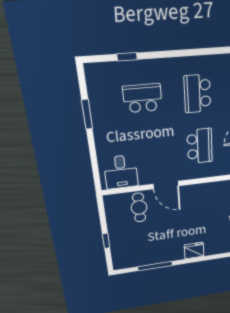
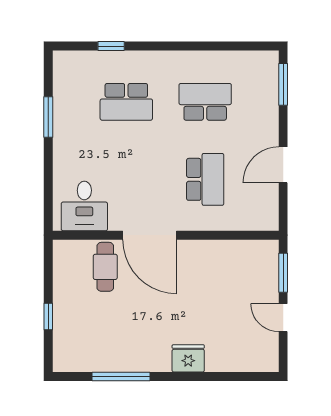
school desk: (198, 94) -> (205, 102), turned 90
school desk: (142, 98) -> (126, 102), turned 180
door: (166, 185) -> (150, 235), width x1.36

